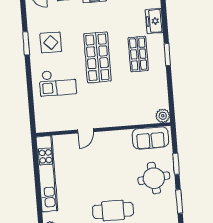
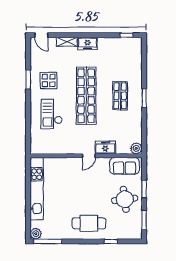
freezer: (154, 21) -> (105, 148), moved, turned 90
shop shelf: (97, 57) -> (86, 96), width x1.40
checkout: (58, 83) -> (52, 114), turned 90
door: (86, 131) -> (89, 156), moved

